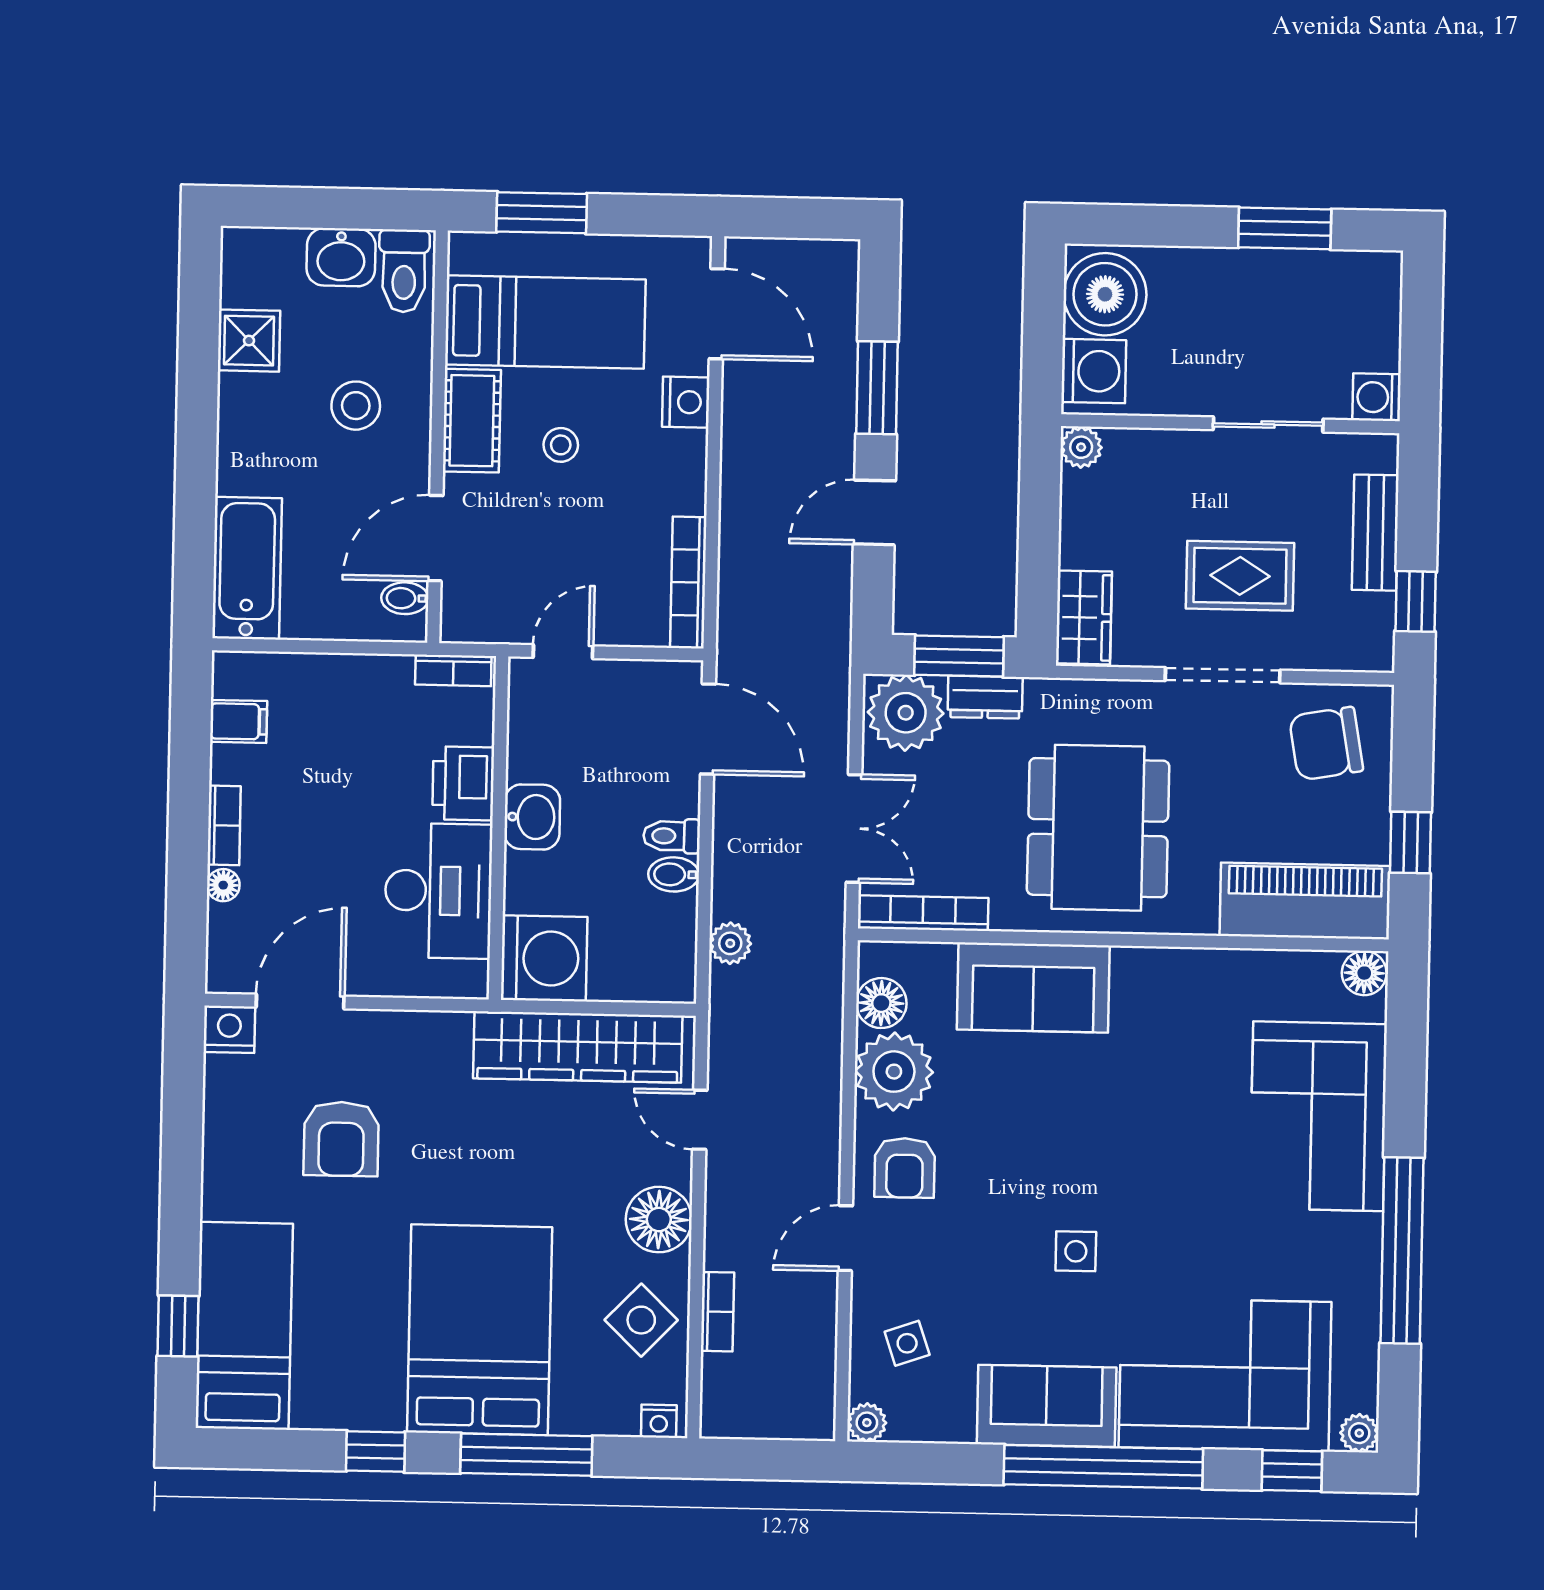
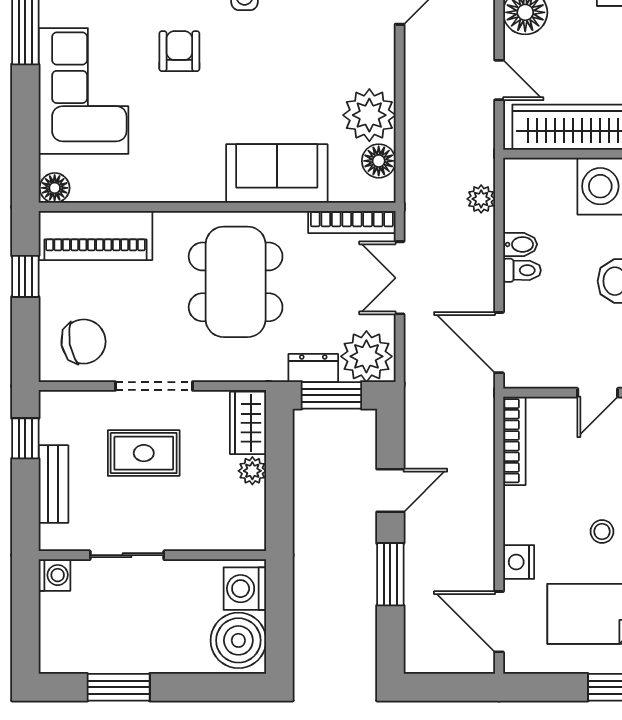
plant: (1081, 447) -> (252, 471), moved
armchair: (905, 1168) -> (179, 51), moved

